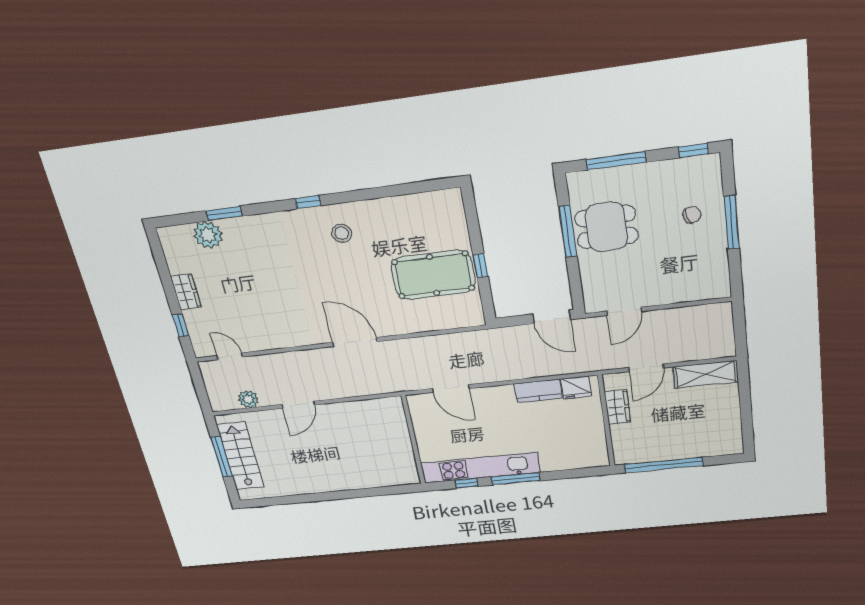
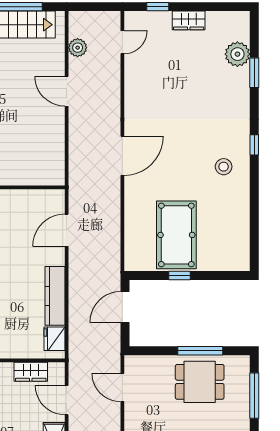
dining table: (606, 227) -> (200, 382), turned 90
door: (552, 317) -> (125, 307), moved
kitchen counter: (538, 391) -> (55, 296), width x1.50

